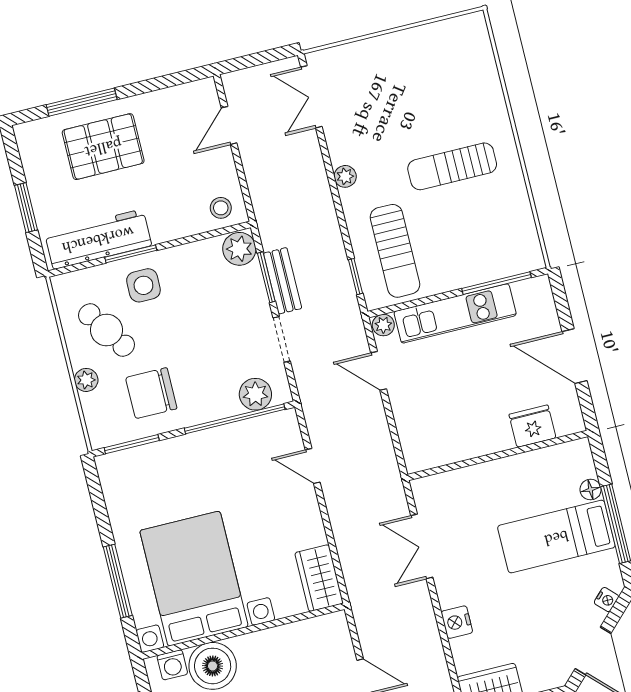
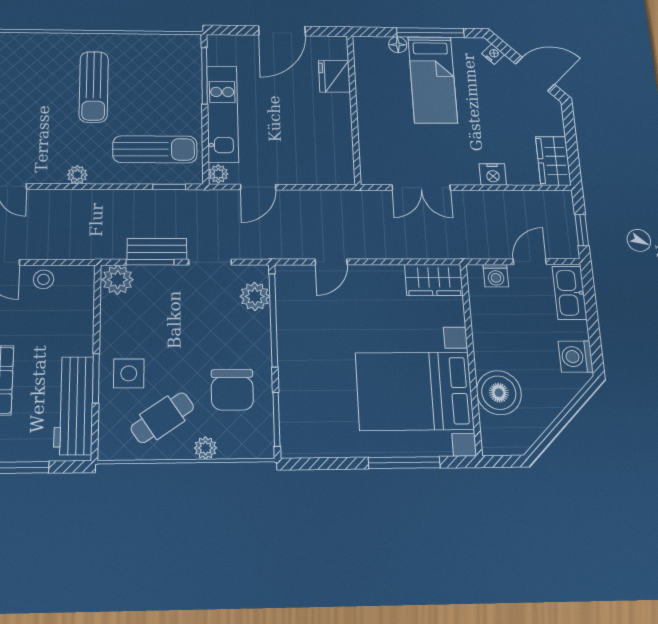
stool: (221, 208) -> (43, 279), moved
washing machine: (172, 665) -> (496, 276), moved, turned 90

